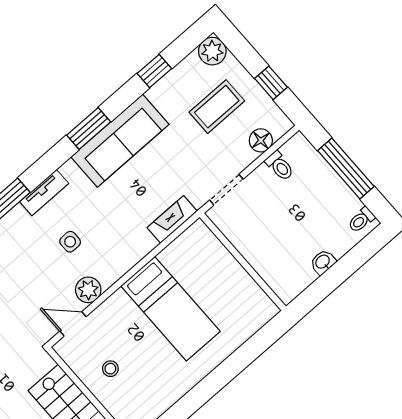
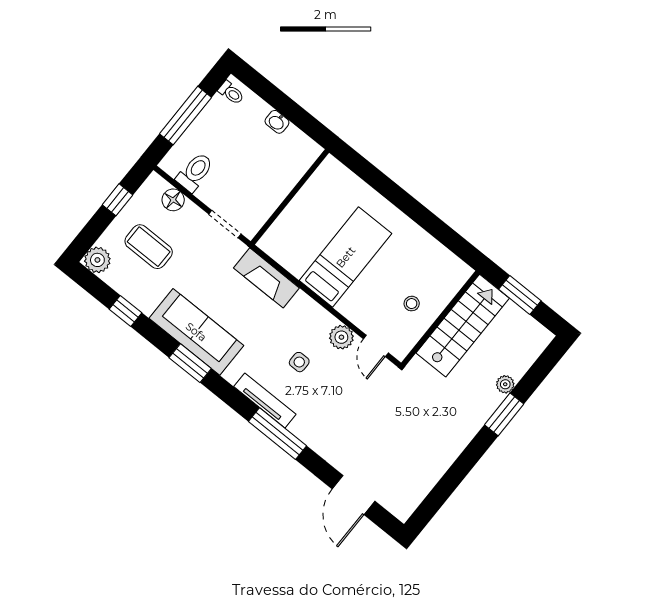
toilet: (280, 166) -> (195, 172), width x1.37, depth x1.39
tv unit: (44, 193) -> (265, 400), width x1.41
fireplace: (172, 219) -> (266, 278), width x1.37, depth x1.32

